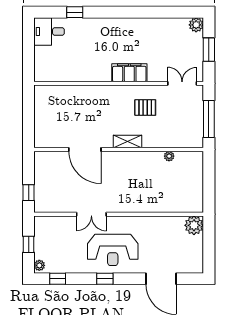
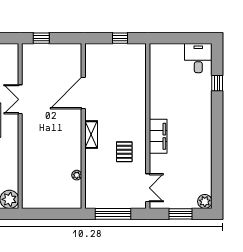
window: (29, 112) -> (120, 38), added

